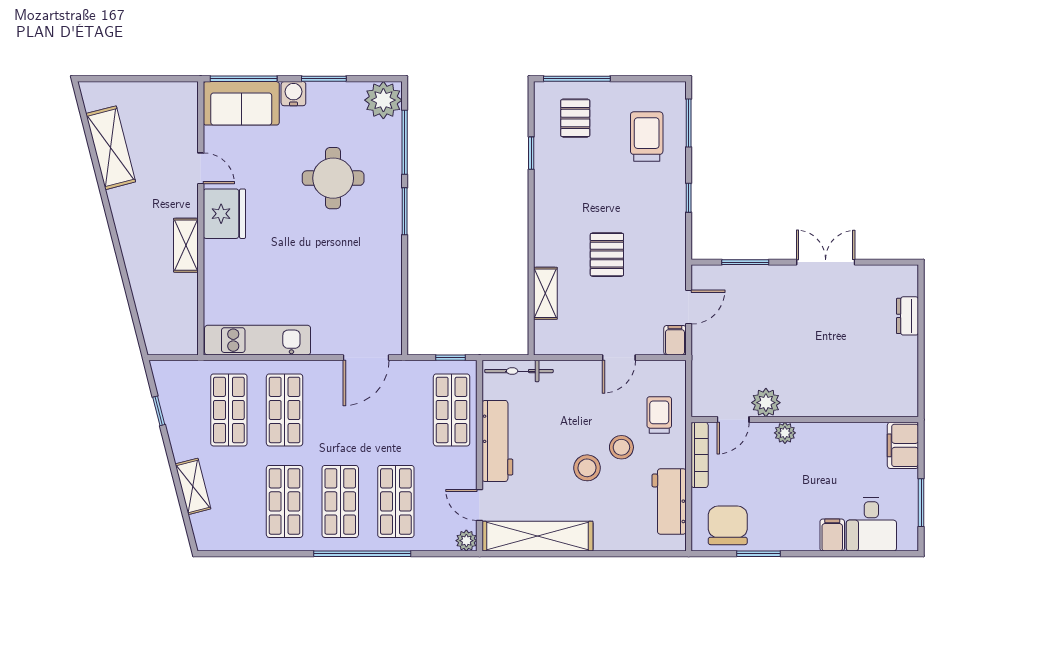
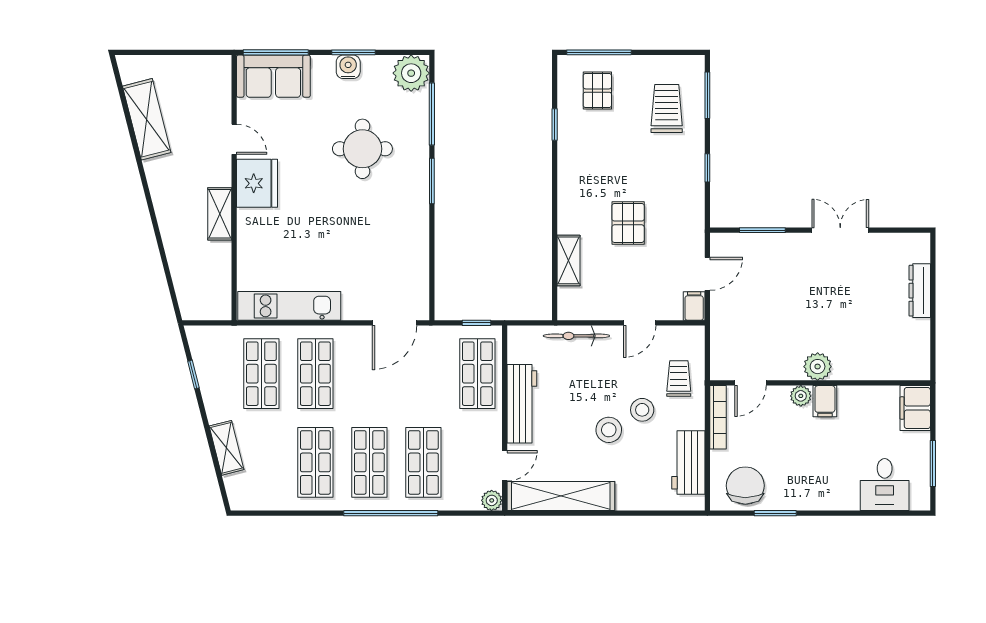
water cooler: (293, 94) -> (348, 67), moved
dresser: (908, 316) -> (920, 291), width x1.44
bicycle: (519, 371) -> (576, 336), moved
plant: (766, 403) -> (818, 367), moved
door: (480, 505) -> (505, 466), swing flipped
filing cabinet: (832, 535) -> (825, 401), moved, turned 180

